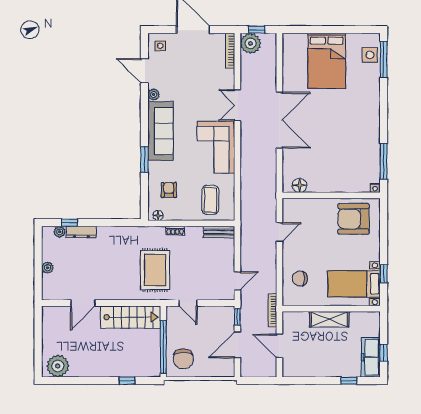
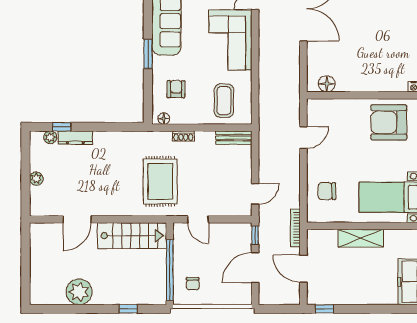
chair: (183, 359) -> (193, 284), width x0.54, depth x0.54
plant: (58, 366) -> (79, 292), moved
window: (349, 381) -> (324, 309), moved

